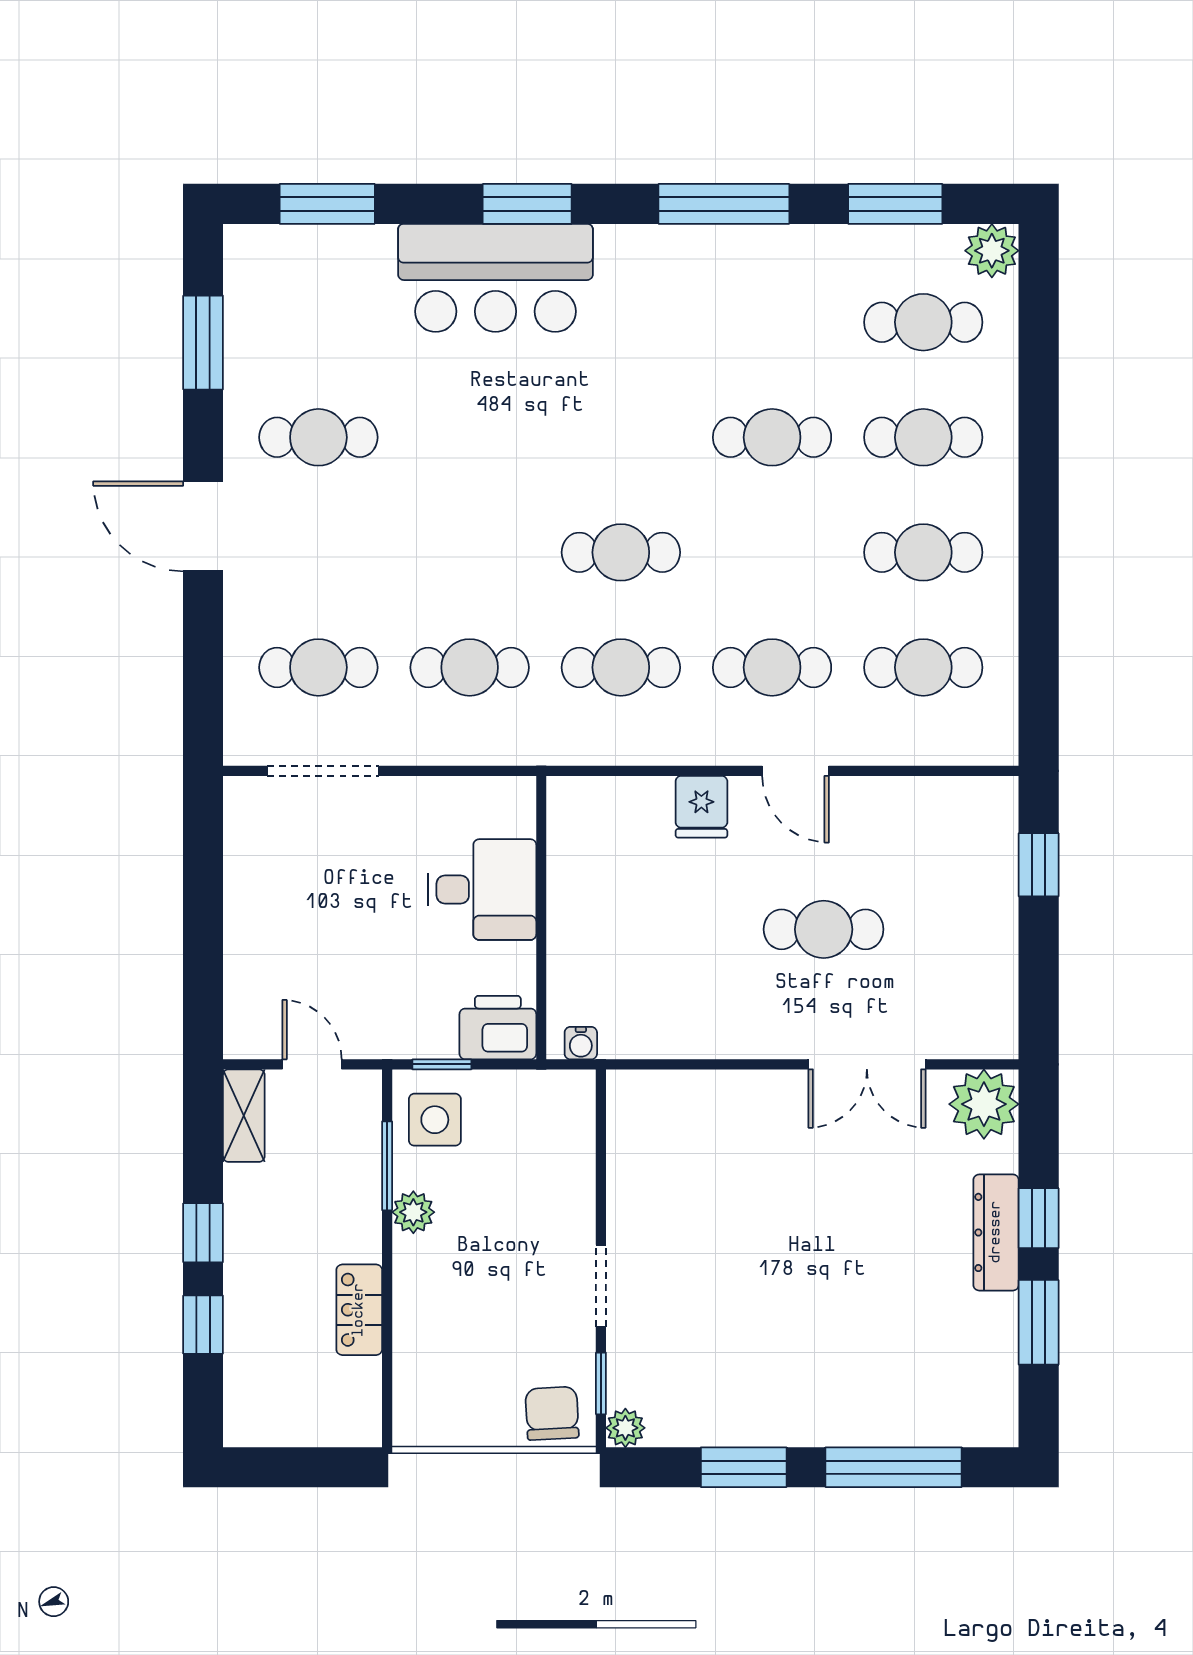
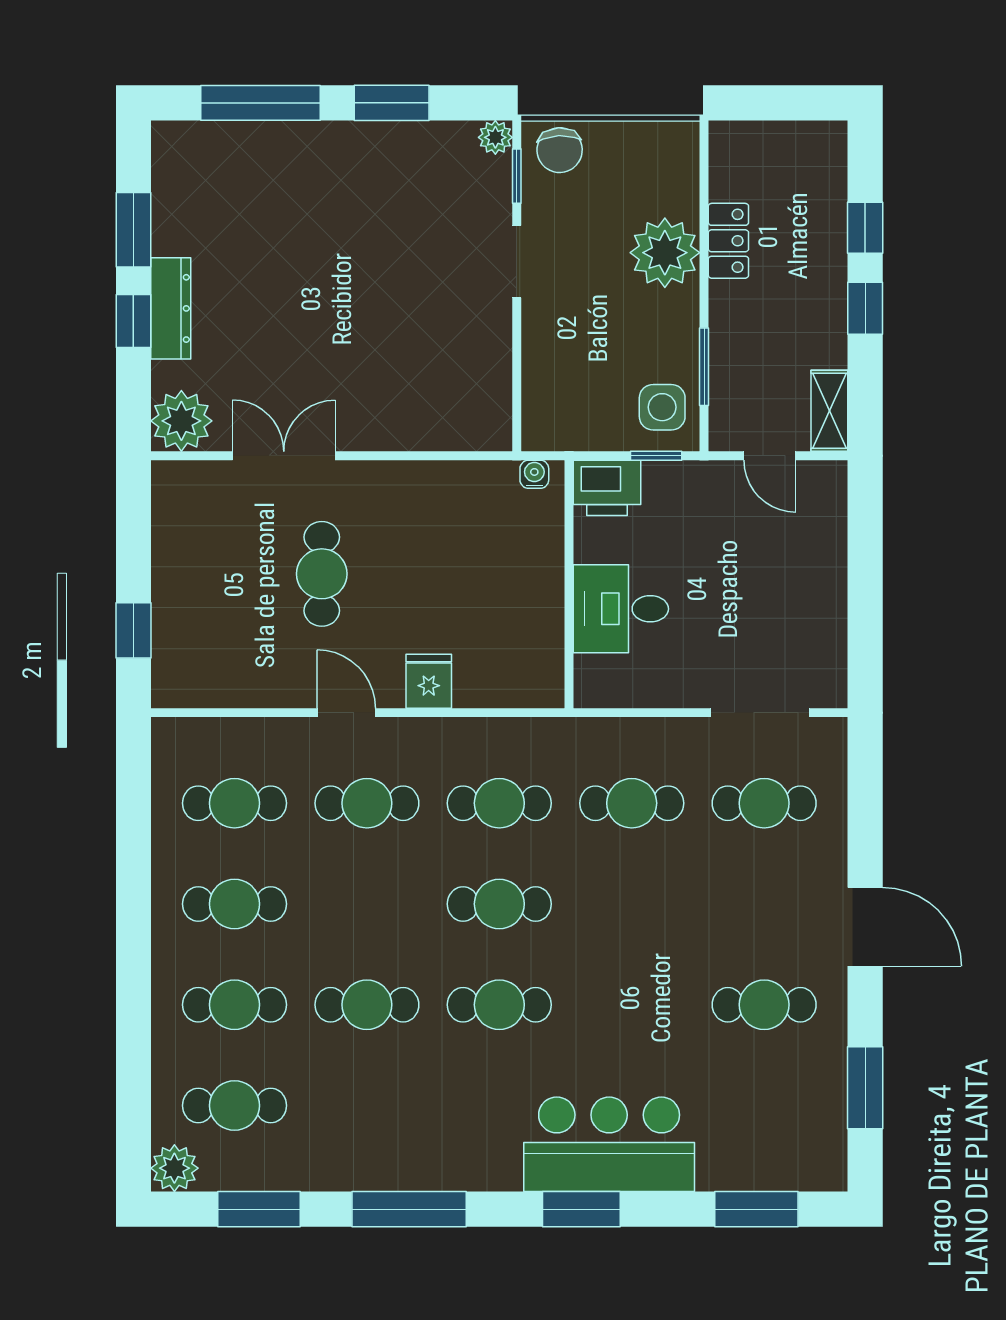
cafe table: (621, 437) -> (499, 1005), added
cafe table: (824, 929) -> (322, 574), turned 90
plant: (413, 1212) -> (665, 253), moved, width x1.88, depth x1.88

